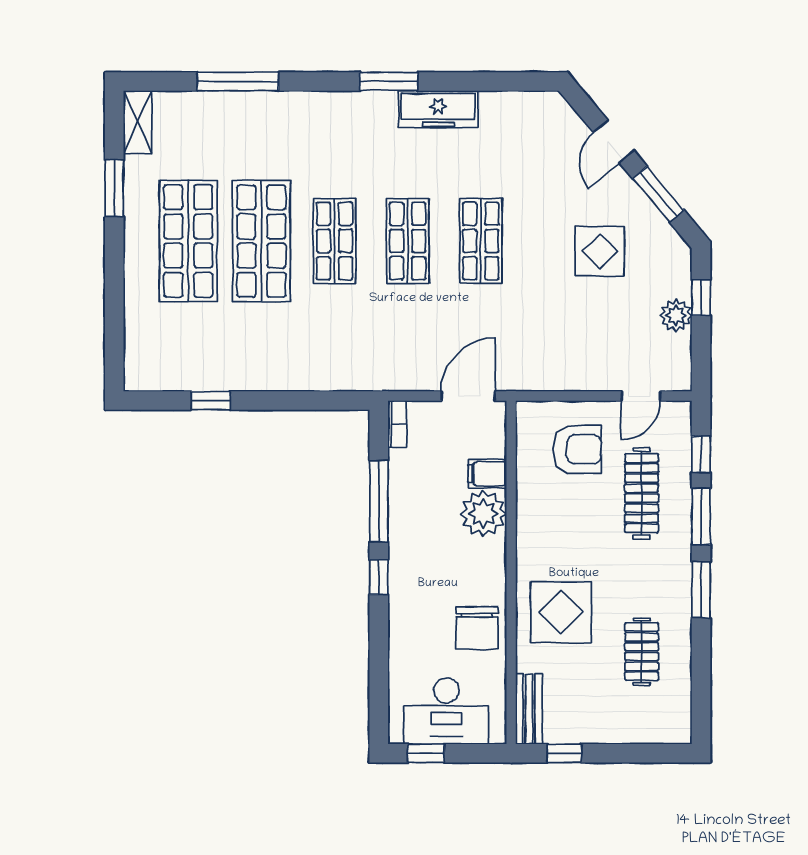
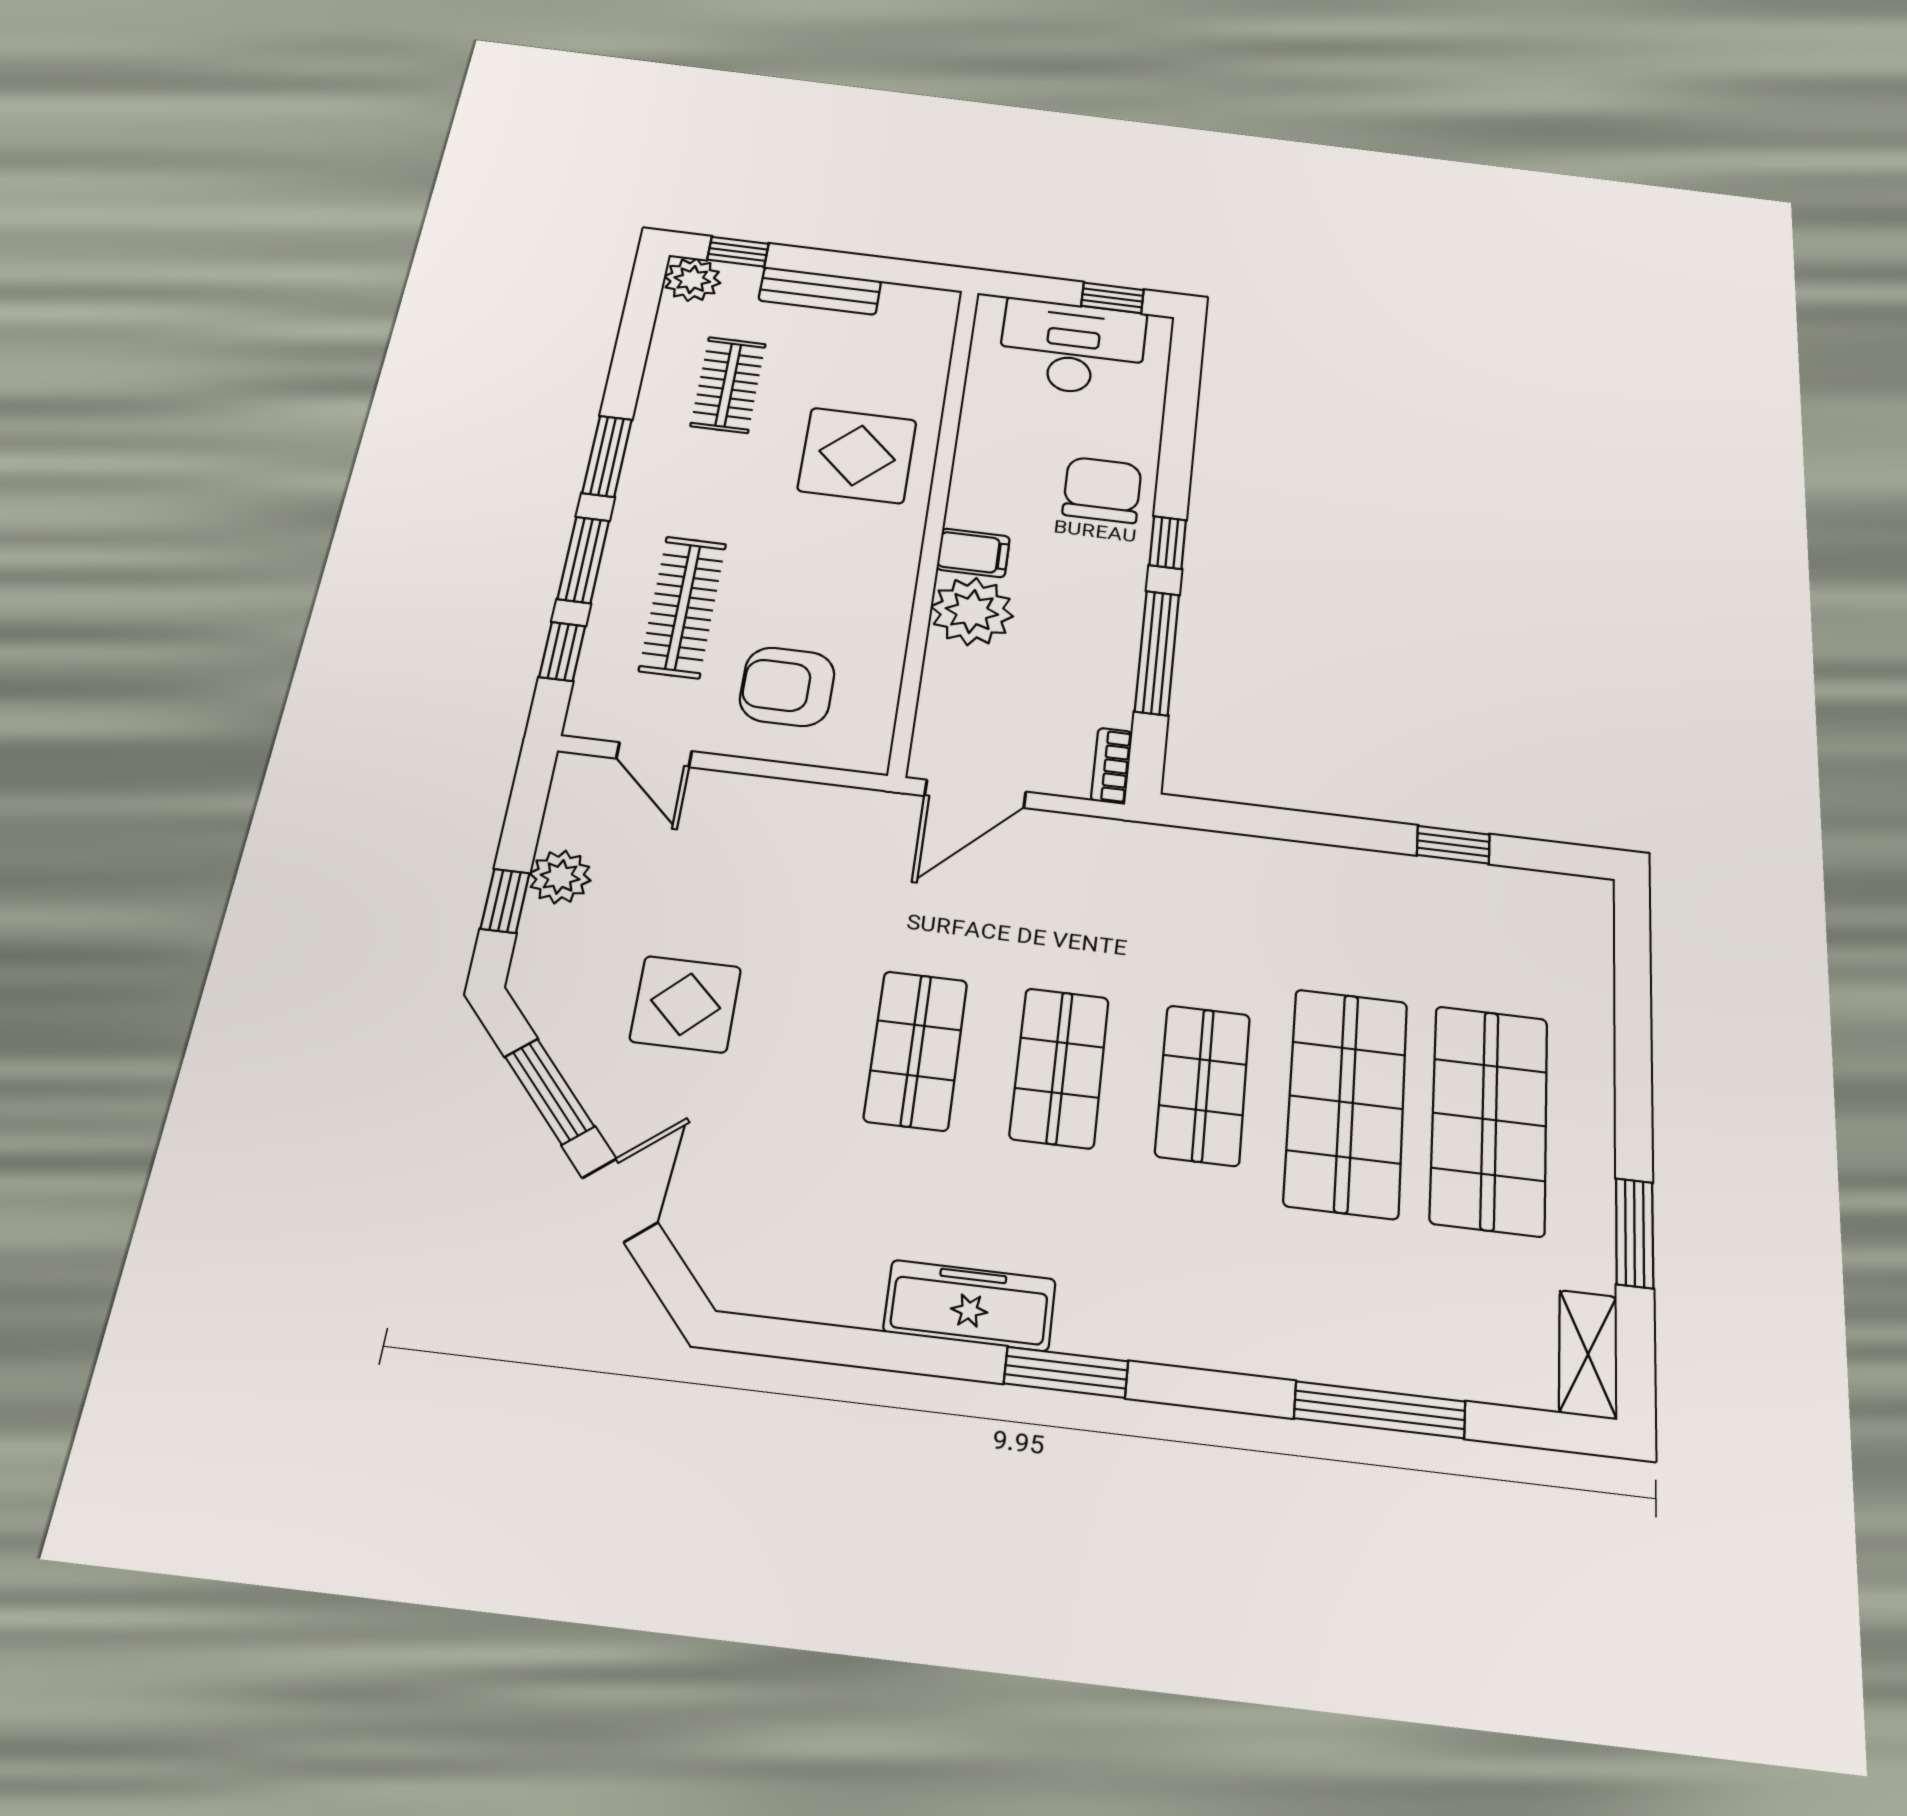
door: (641, 396) -> (654, 755), swing flipped
filing cabinet: (487, 474) -> (973, 553), moved
chair: (477, 628) -> (1102, 490), moved
bench: (529, 709) -> (820, 291), moved, turned 90
plant: (675, 727) -> (692, 280), added
window: (564, 753) -> (738, 252), moved

